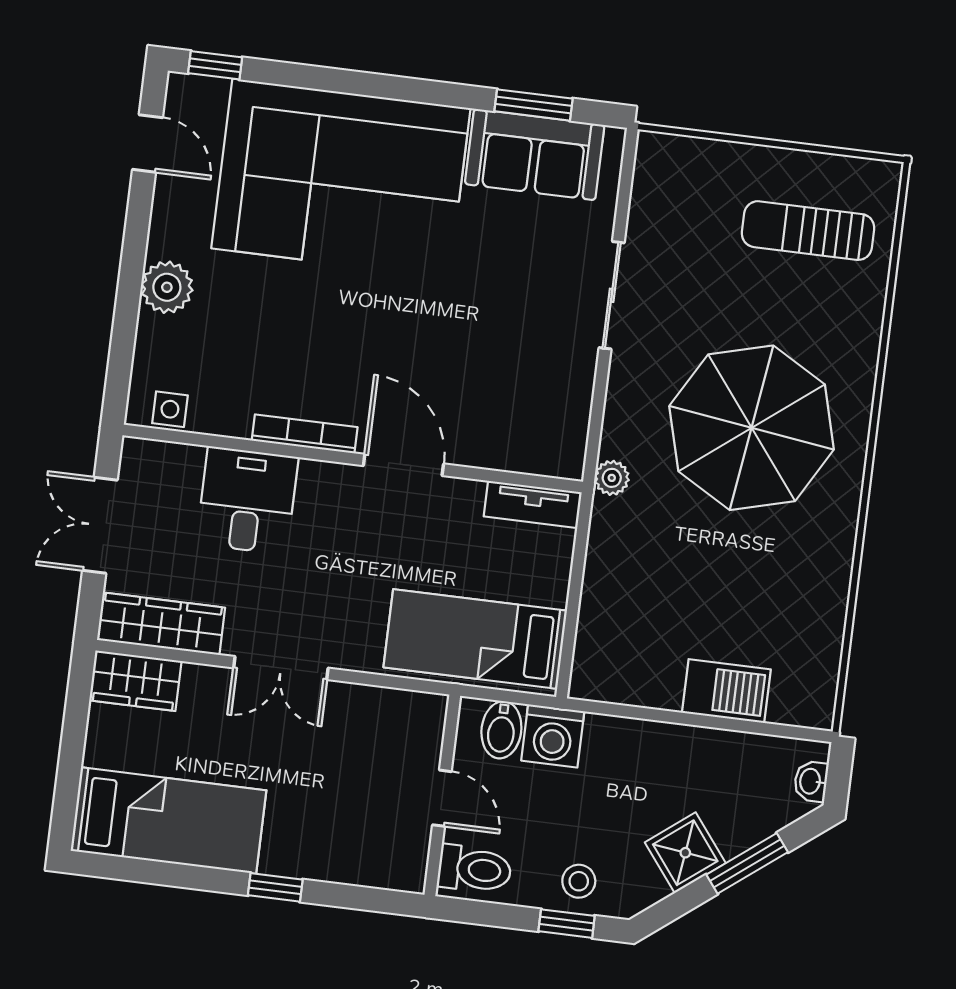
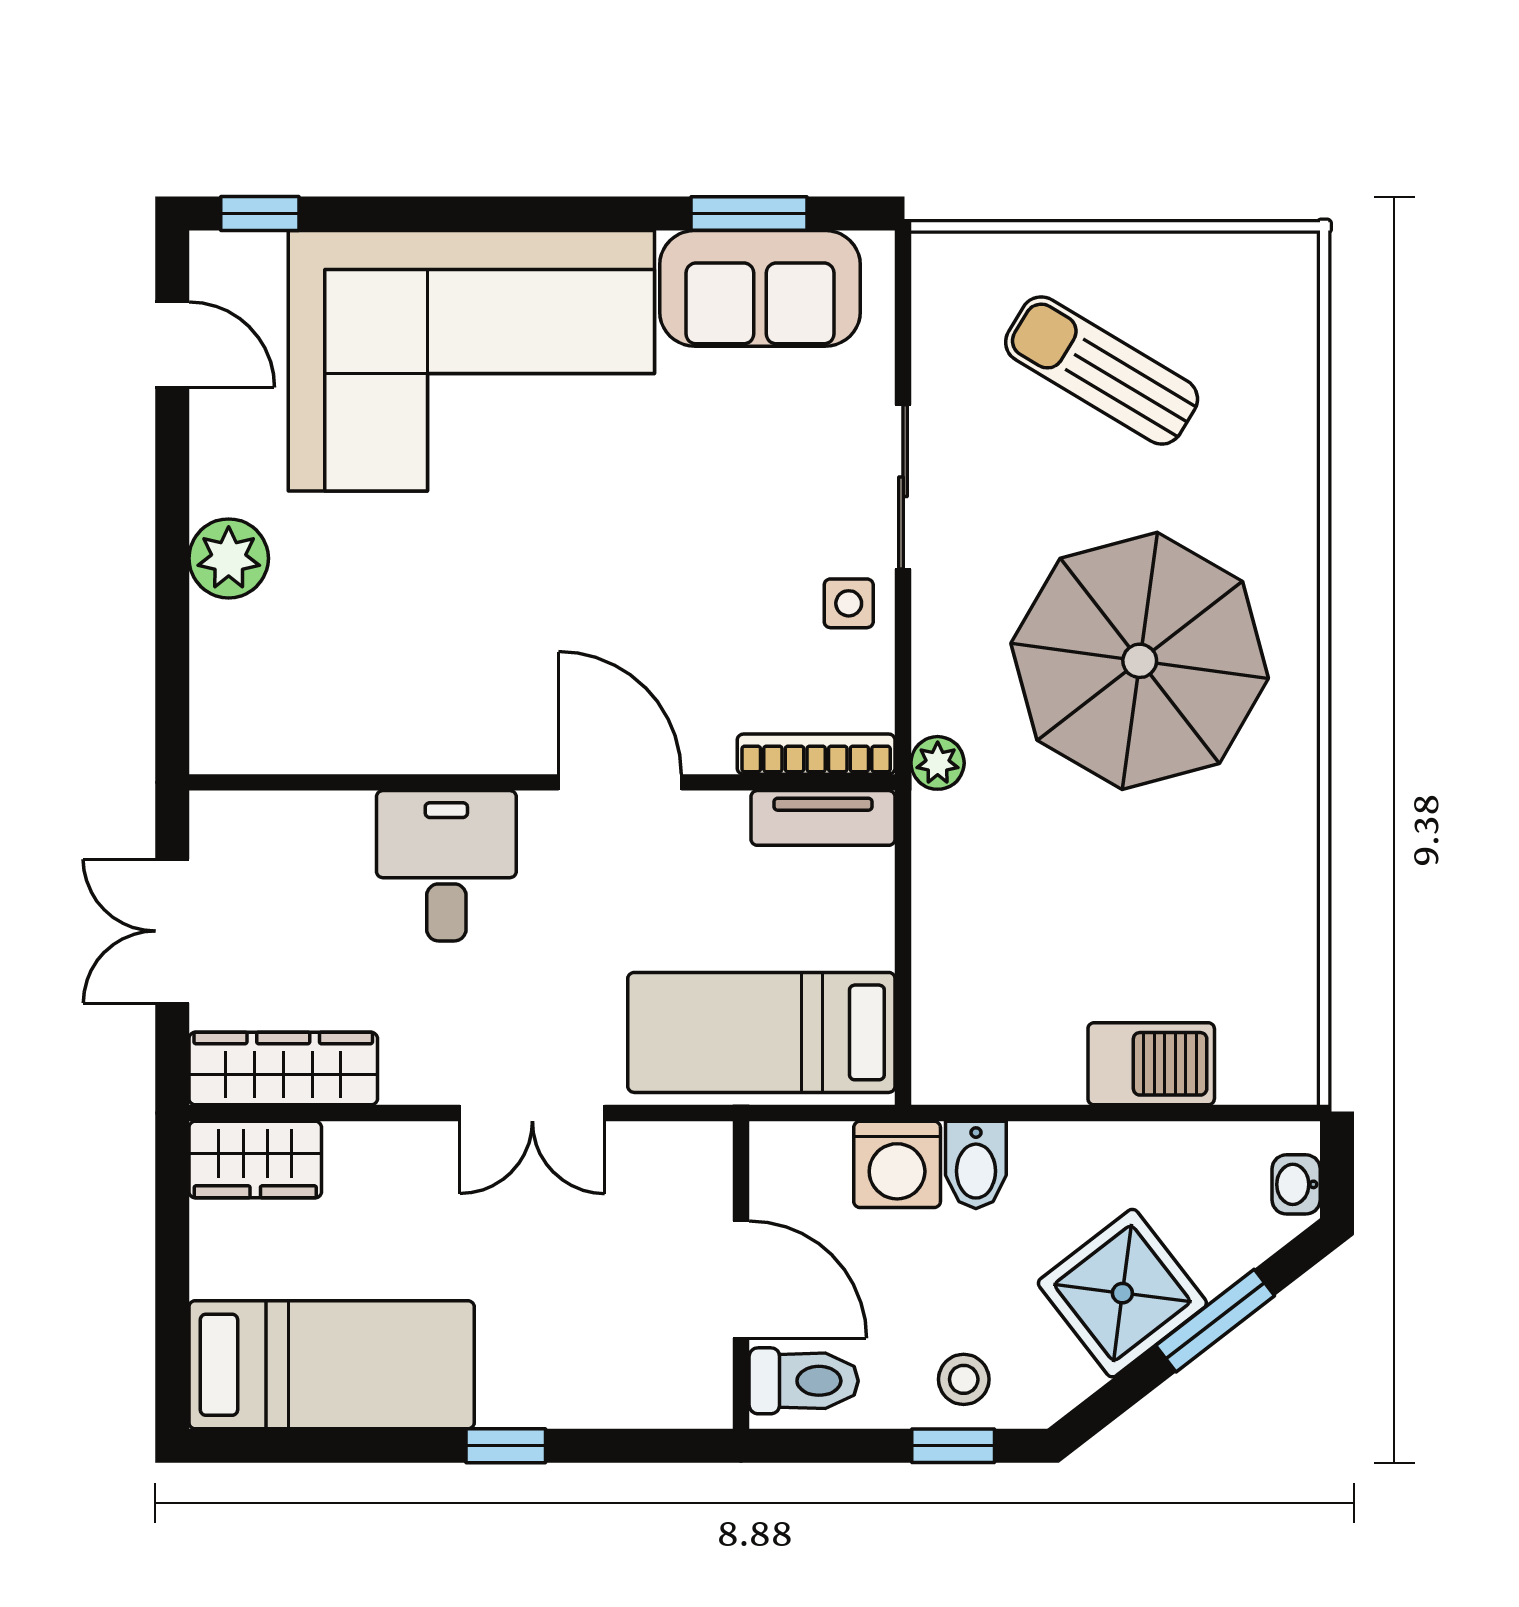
sun lounger: (808, 231) -> (1102, 370), moved, turned 31
side table: (170, 409) -> (849, 603), moved
bookcase: (305, 434) -> (816, 754), moved
desk: (247, 500) -> (446, 866), moved
double door: (281, 668) -> (532, 1113), moved
bidet: (501, 730) -> (976, 1165), moved
door: (442, 798) -> (741, 1279), width x1.38
shower: (685, 853) -> (1122, 1293), width x1.36, depth x1.36

